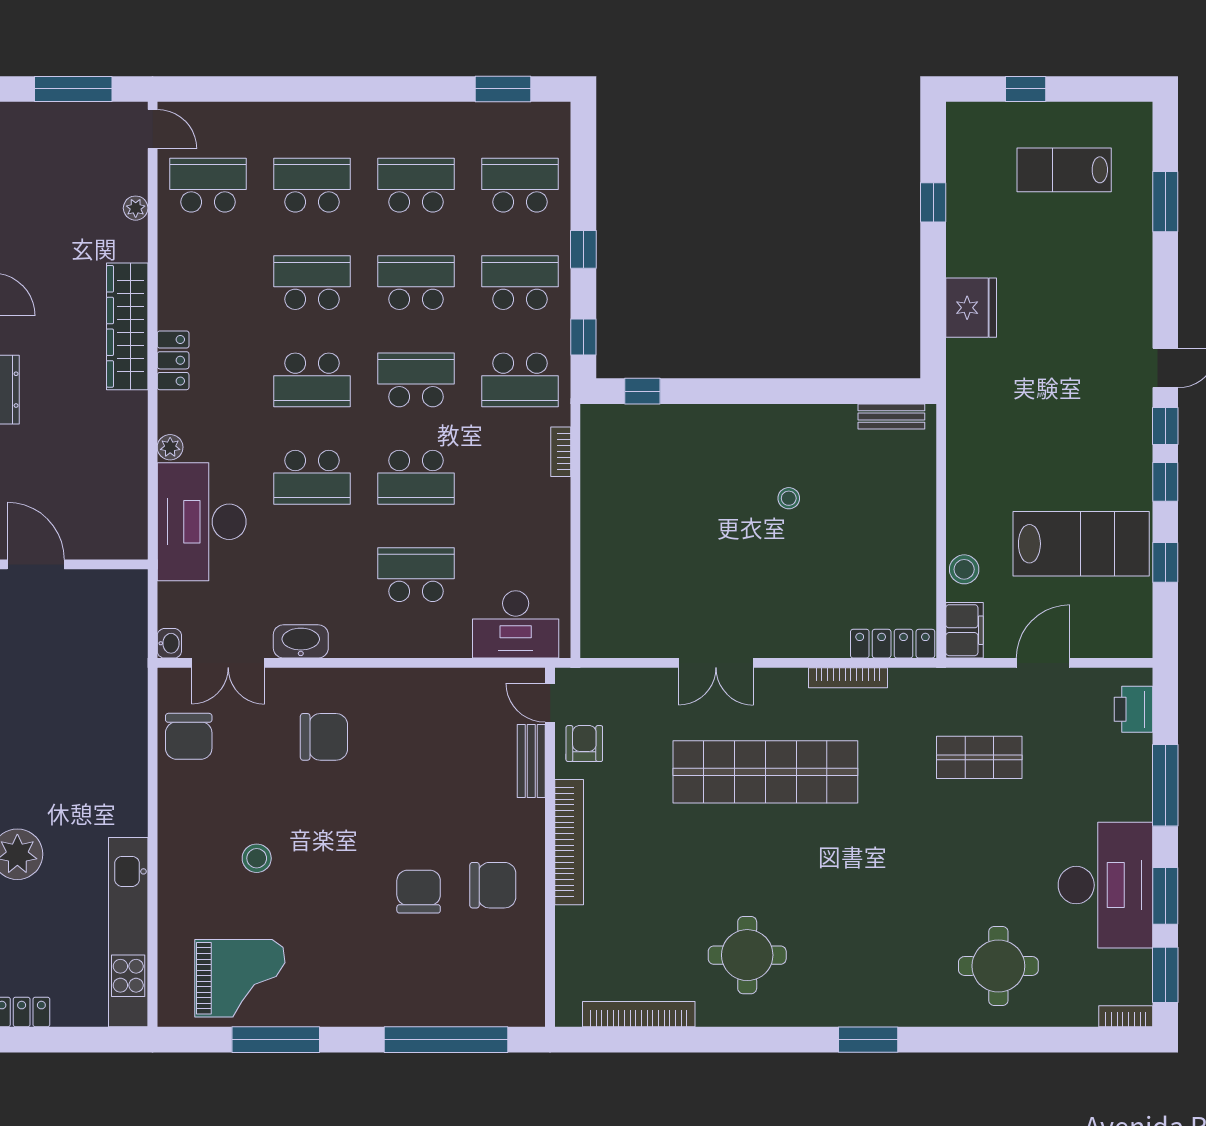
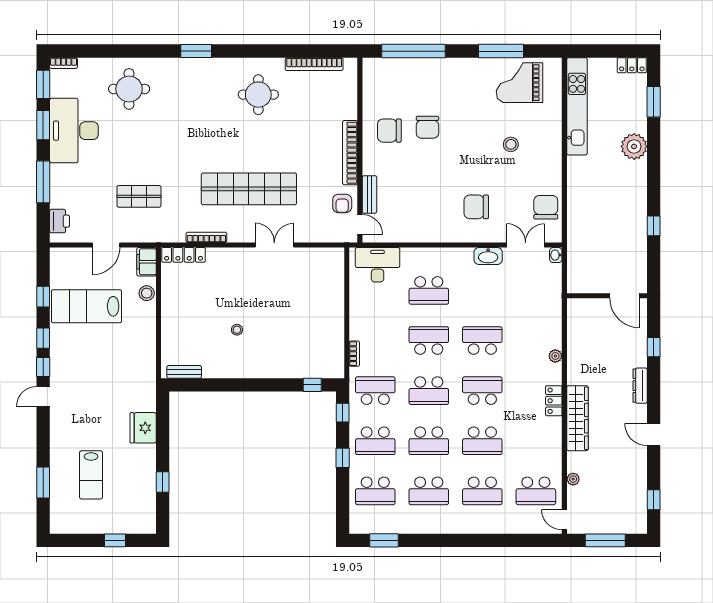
lab bench: (1064, 170) -> (91, 475), moved, turned 90
desk: (202, 522) -> (539, 318), removed

